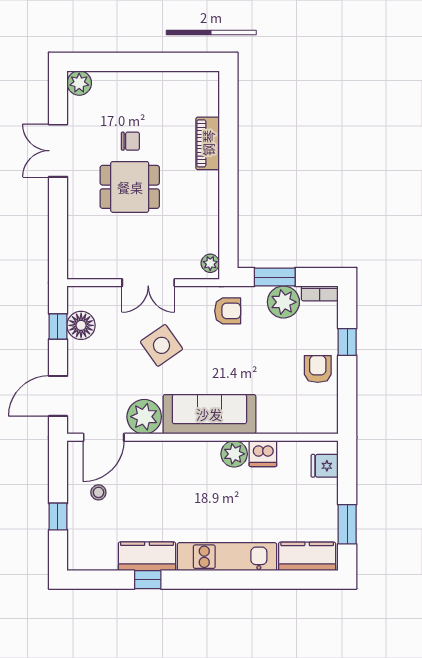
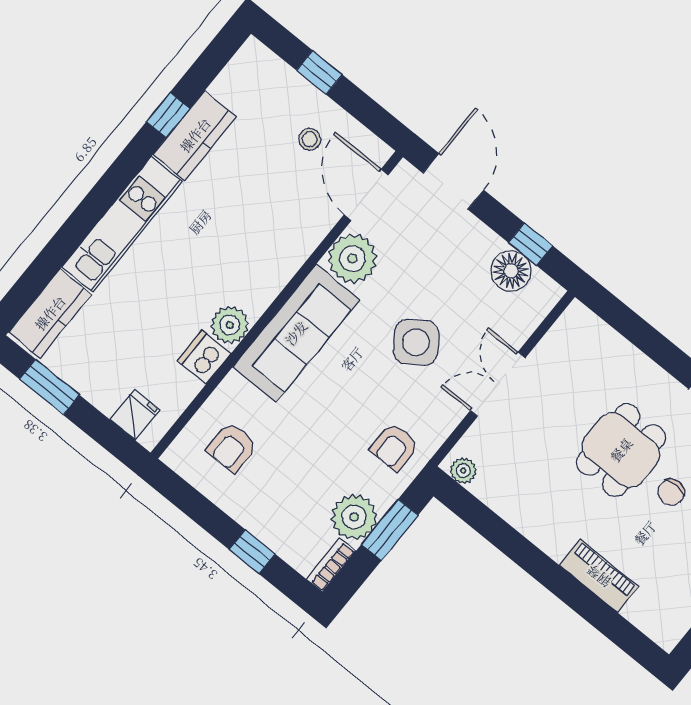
armchair: (318, 369) -> (232, 448), moved, turned 90

